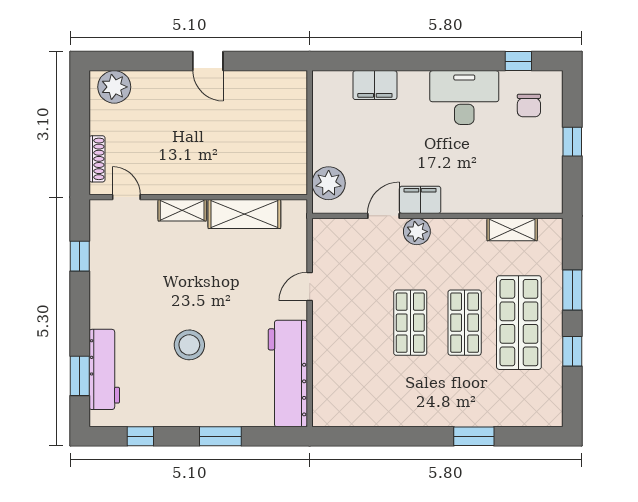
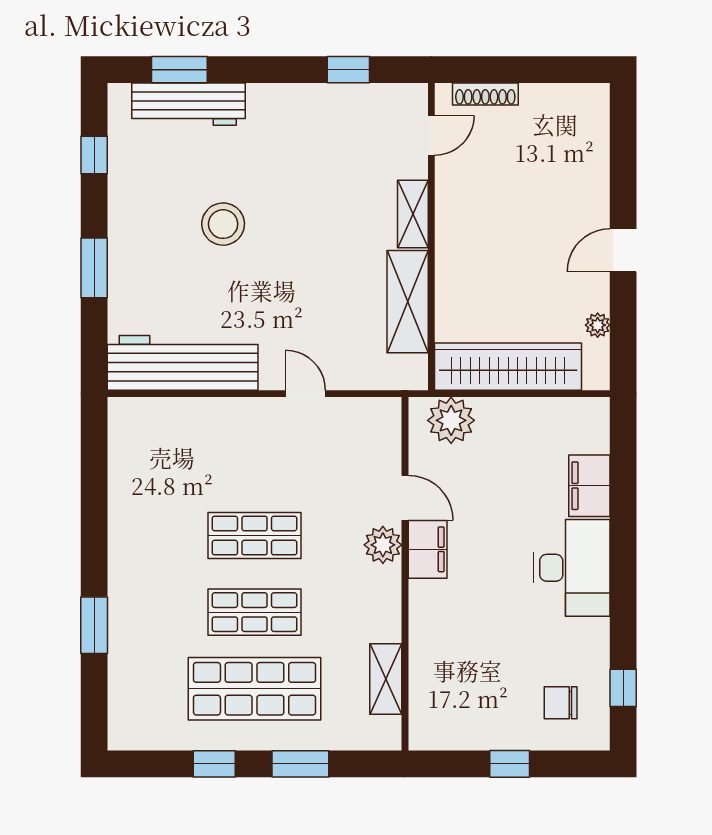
plant: (114, 87) -> (598, 325), moved, width x0.53, depth x0.53
desk: (464, 98) -> (572, 568), moved
wardrobe: (290, 143) -> (508, 367), added

